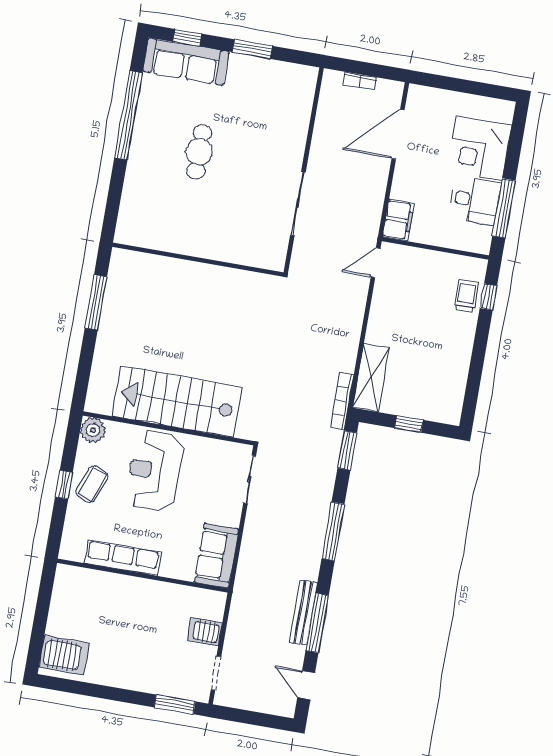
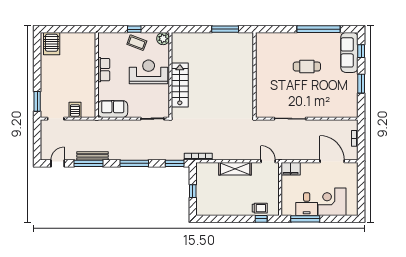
shelving: (371, 378) -> (235, 169), moved
stairs: (177, 402) -> (180, 85), width x0.73, depth x0.66
row of seats: (123, 558) -> (104, 70), width x0.68

